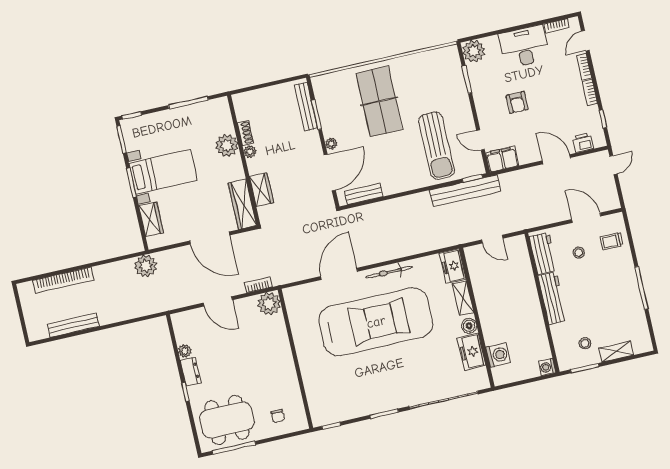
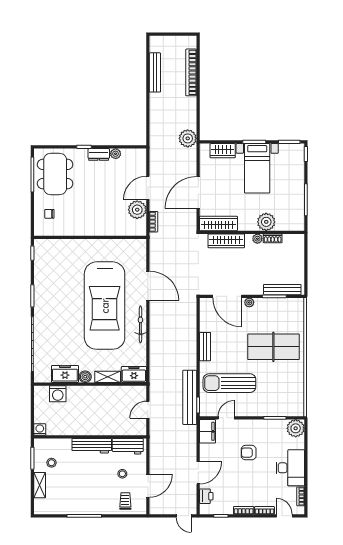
wardrobe: (261, 189) -> (226, 241), width x1.50
bench: (364, 194) -> (205, 347), moved
plant: (269, 304) -> (137, 210), moved

